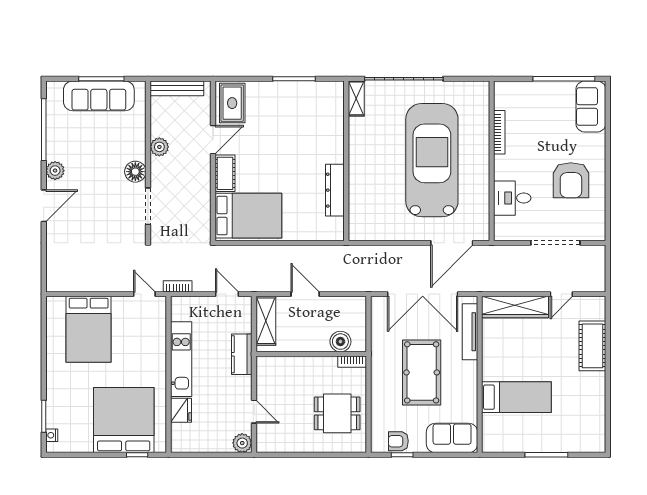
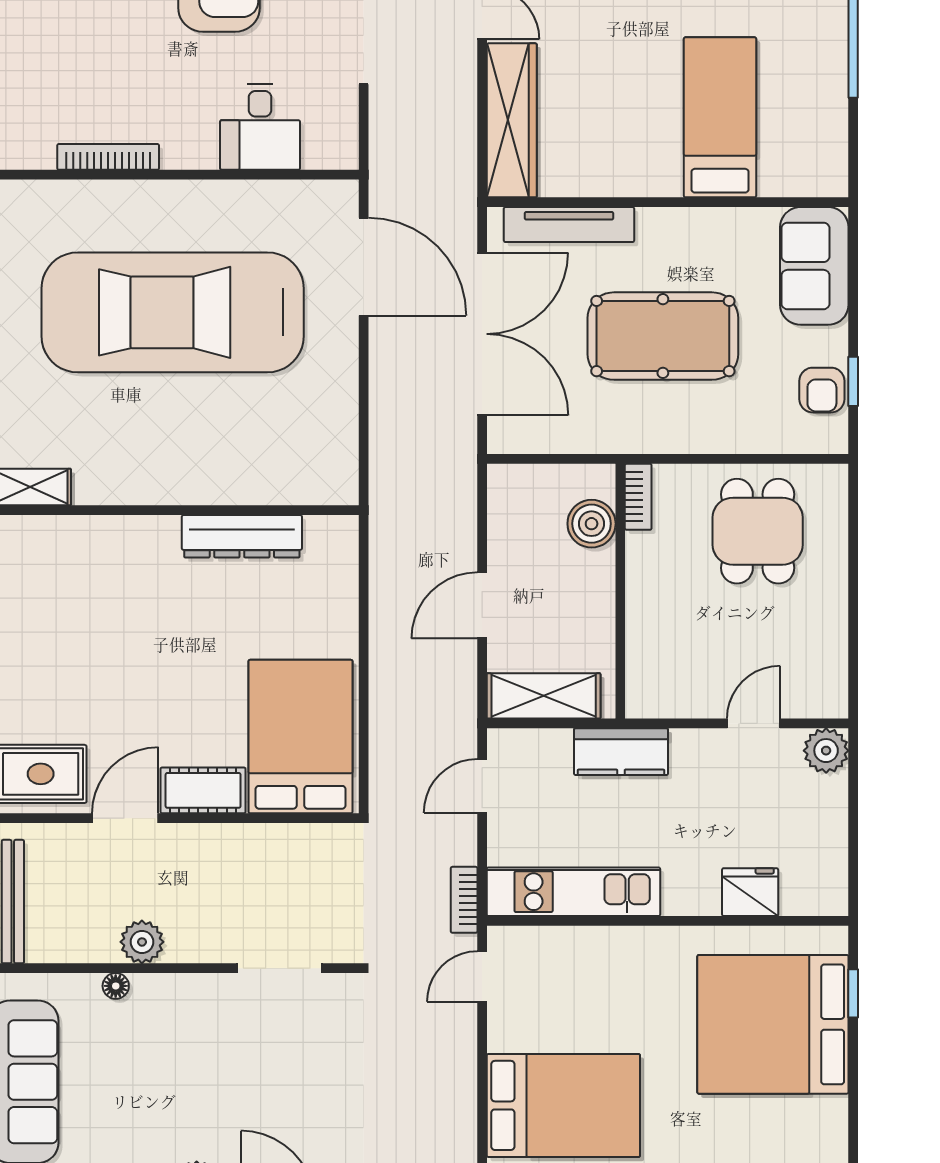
door: (213, 140) -> (125, 818), hinge flipped
floor lamp: (135, 172) -> (116, 986), moved, width x0.53, depth x0.53
kitchen unit: (181, 359) -> (573, 892), moved

